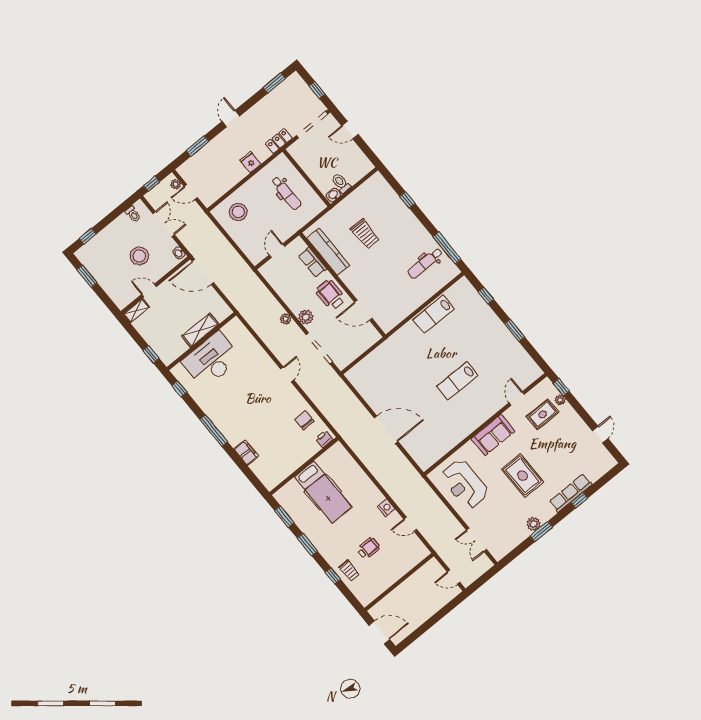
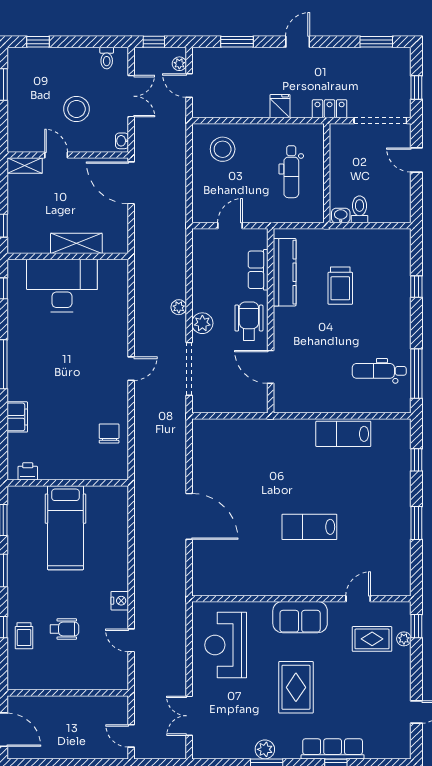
printer: (324, 439) -> (28, 471), moved

